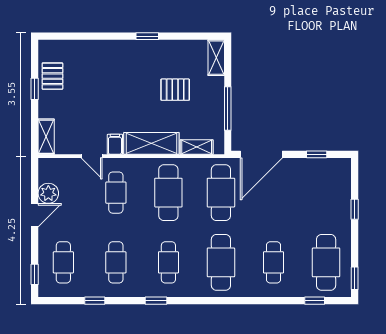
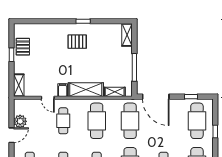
pallet: (175, 90) -> (77, 42), moved
door: (261, 154) -> (156, 97), hinge flipped
cafe table: (326, 193) -> (197, 121), added

